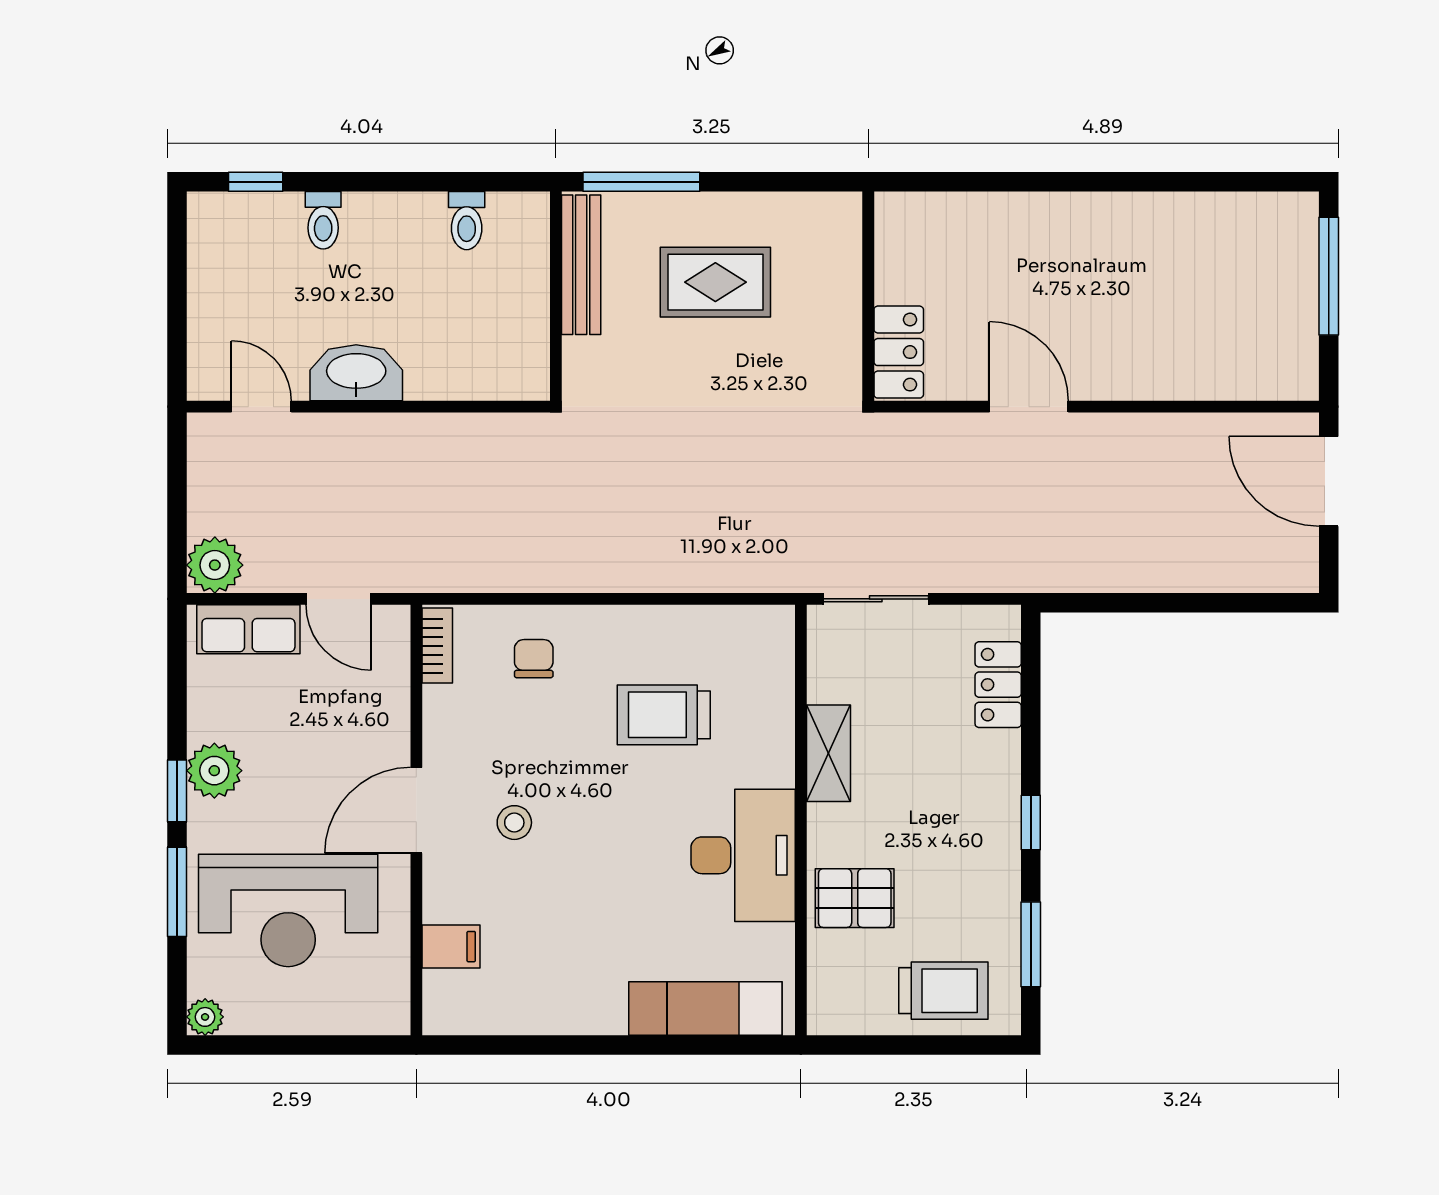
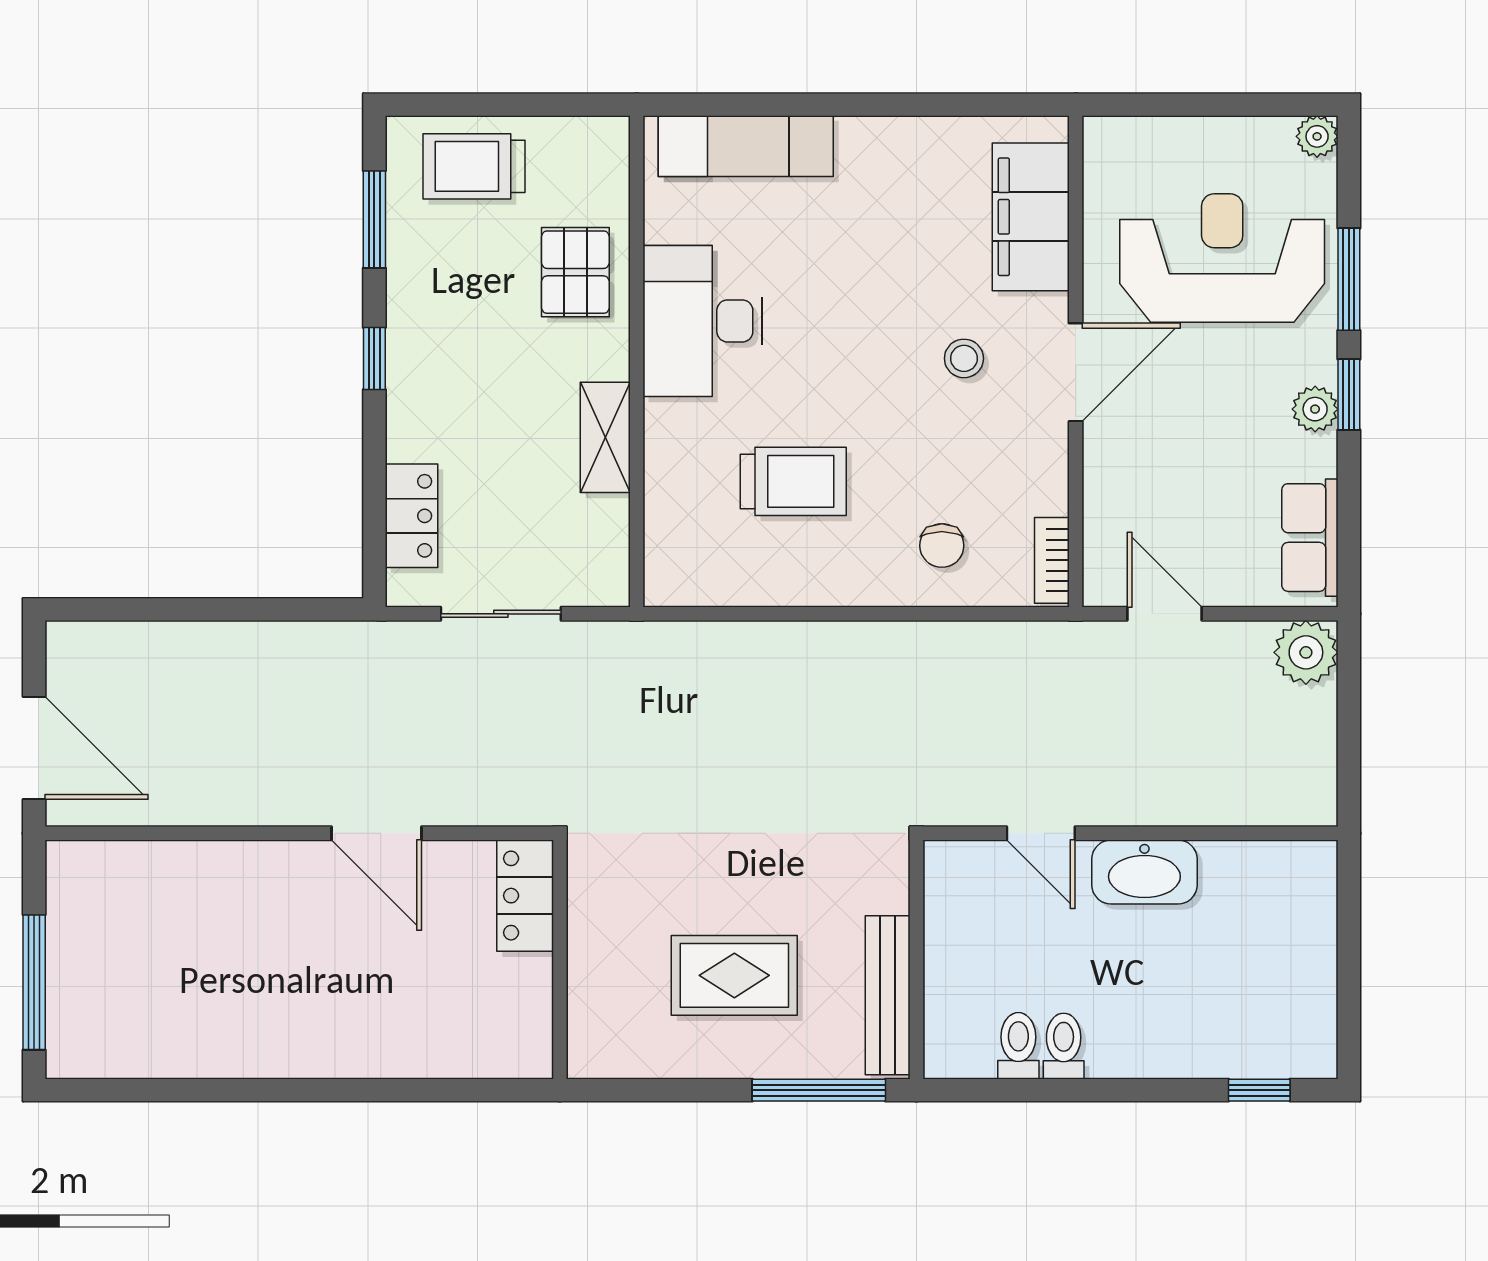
toilet: (323, 220) -> (1064, 1046), moved
door: (261, 407) -> (1041, 833), moved
sliding door: (876, 599) -> (501, 614), moved
row of seats: (248, 629) -> (1310, 538), moved, turned -90
plant: (214, 771) -> (1315, 409), width x0.73, depth x0.73
pallet: (855, 898) -> (575, 272), turned 90
filing cabinet: (451, 947) -> (1031, 217), width x3.00, depth x1.17

